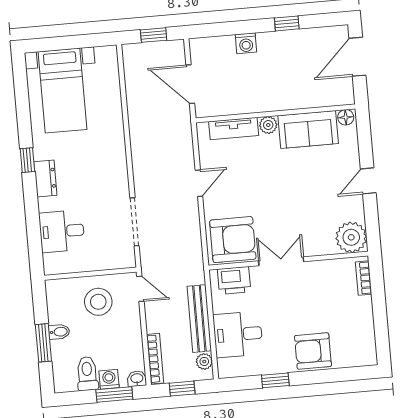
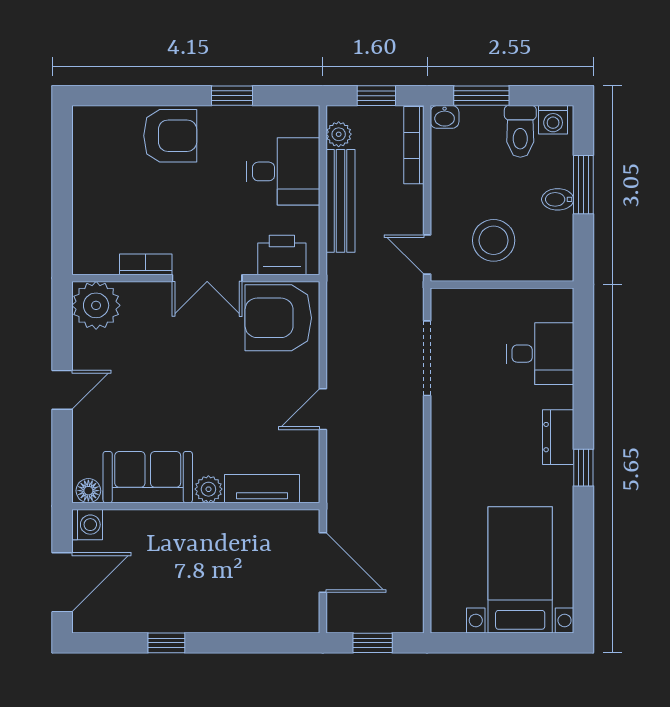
washing machine: (246, 43) -> (87, 525), moved, turned 90
bookcase: (364, 278) -> (146, 264), moved, turned -90
washing machine: (109, 379) -> (553, 120), moved

